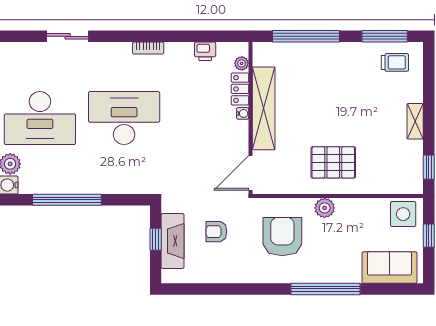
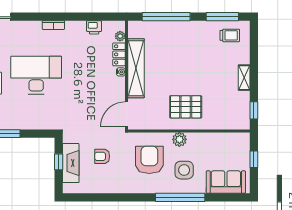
side table: (403, 214) -> (184, 170), moved

